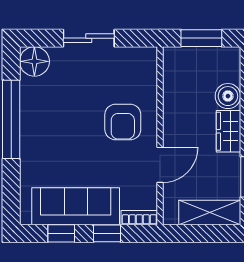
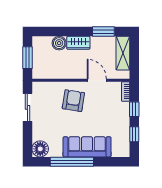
sliding door: (89, 38) -> (27, 107), moved
armchair: (123, 122) -> (73, 101), turned -81
sofa: (76, 206) -> (87, 147), moved, turned 90

